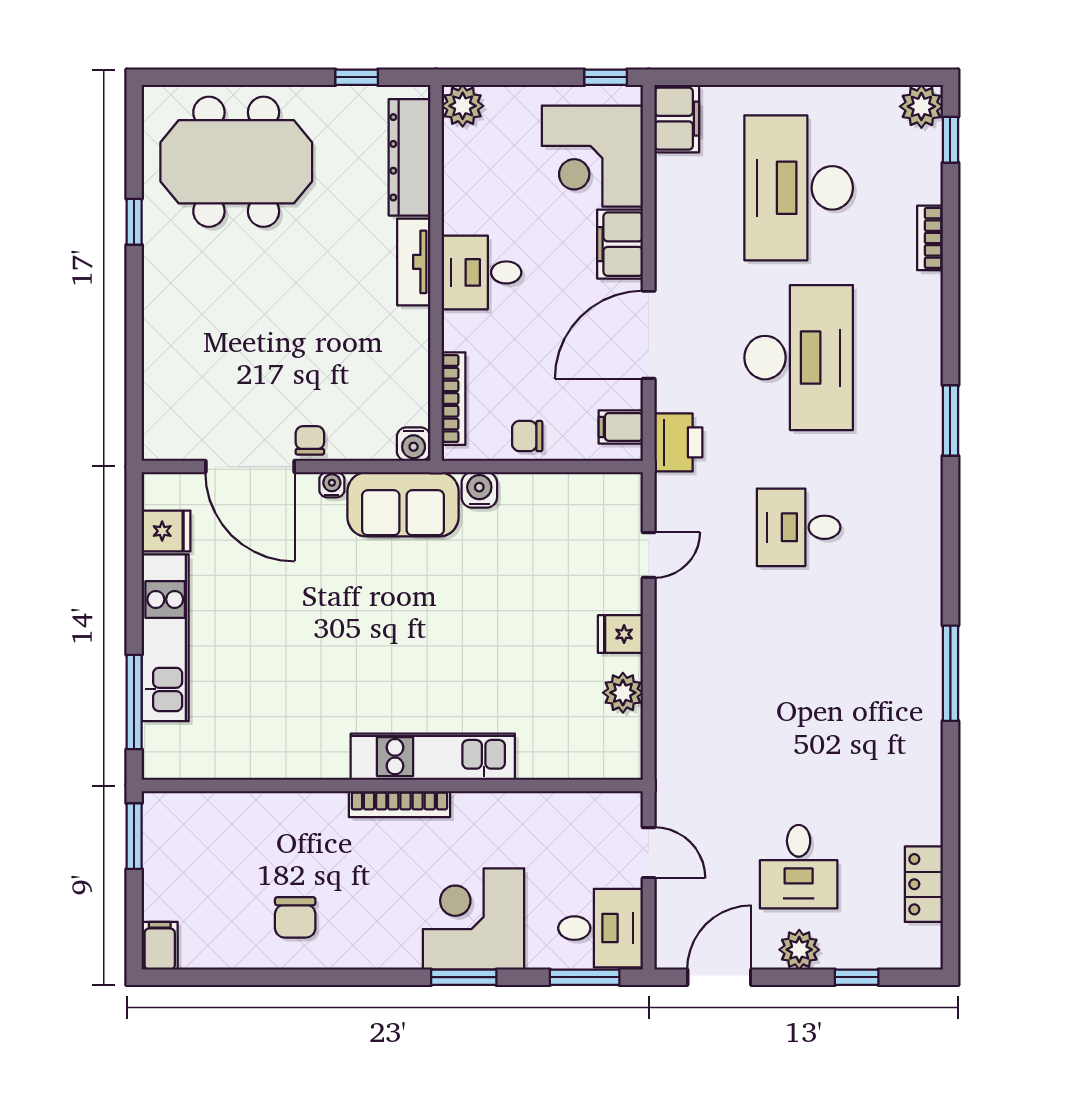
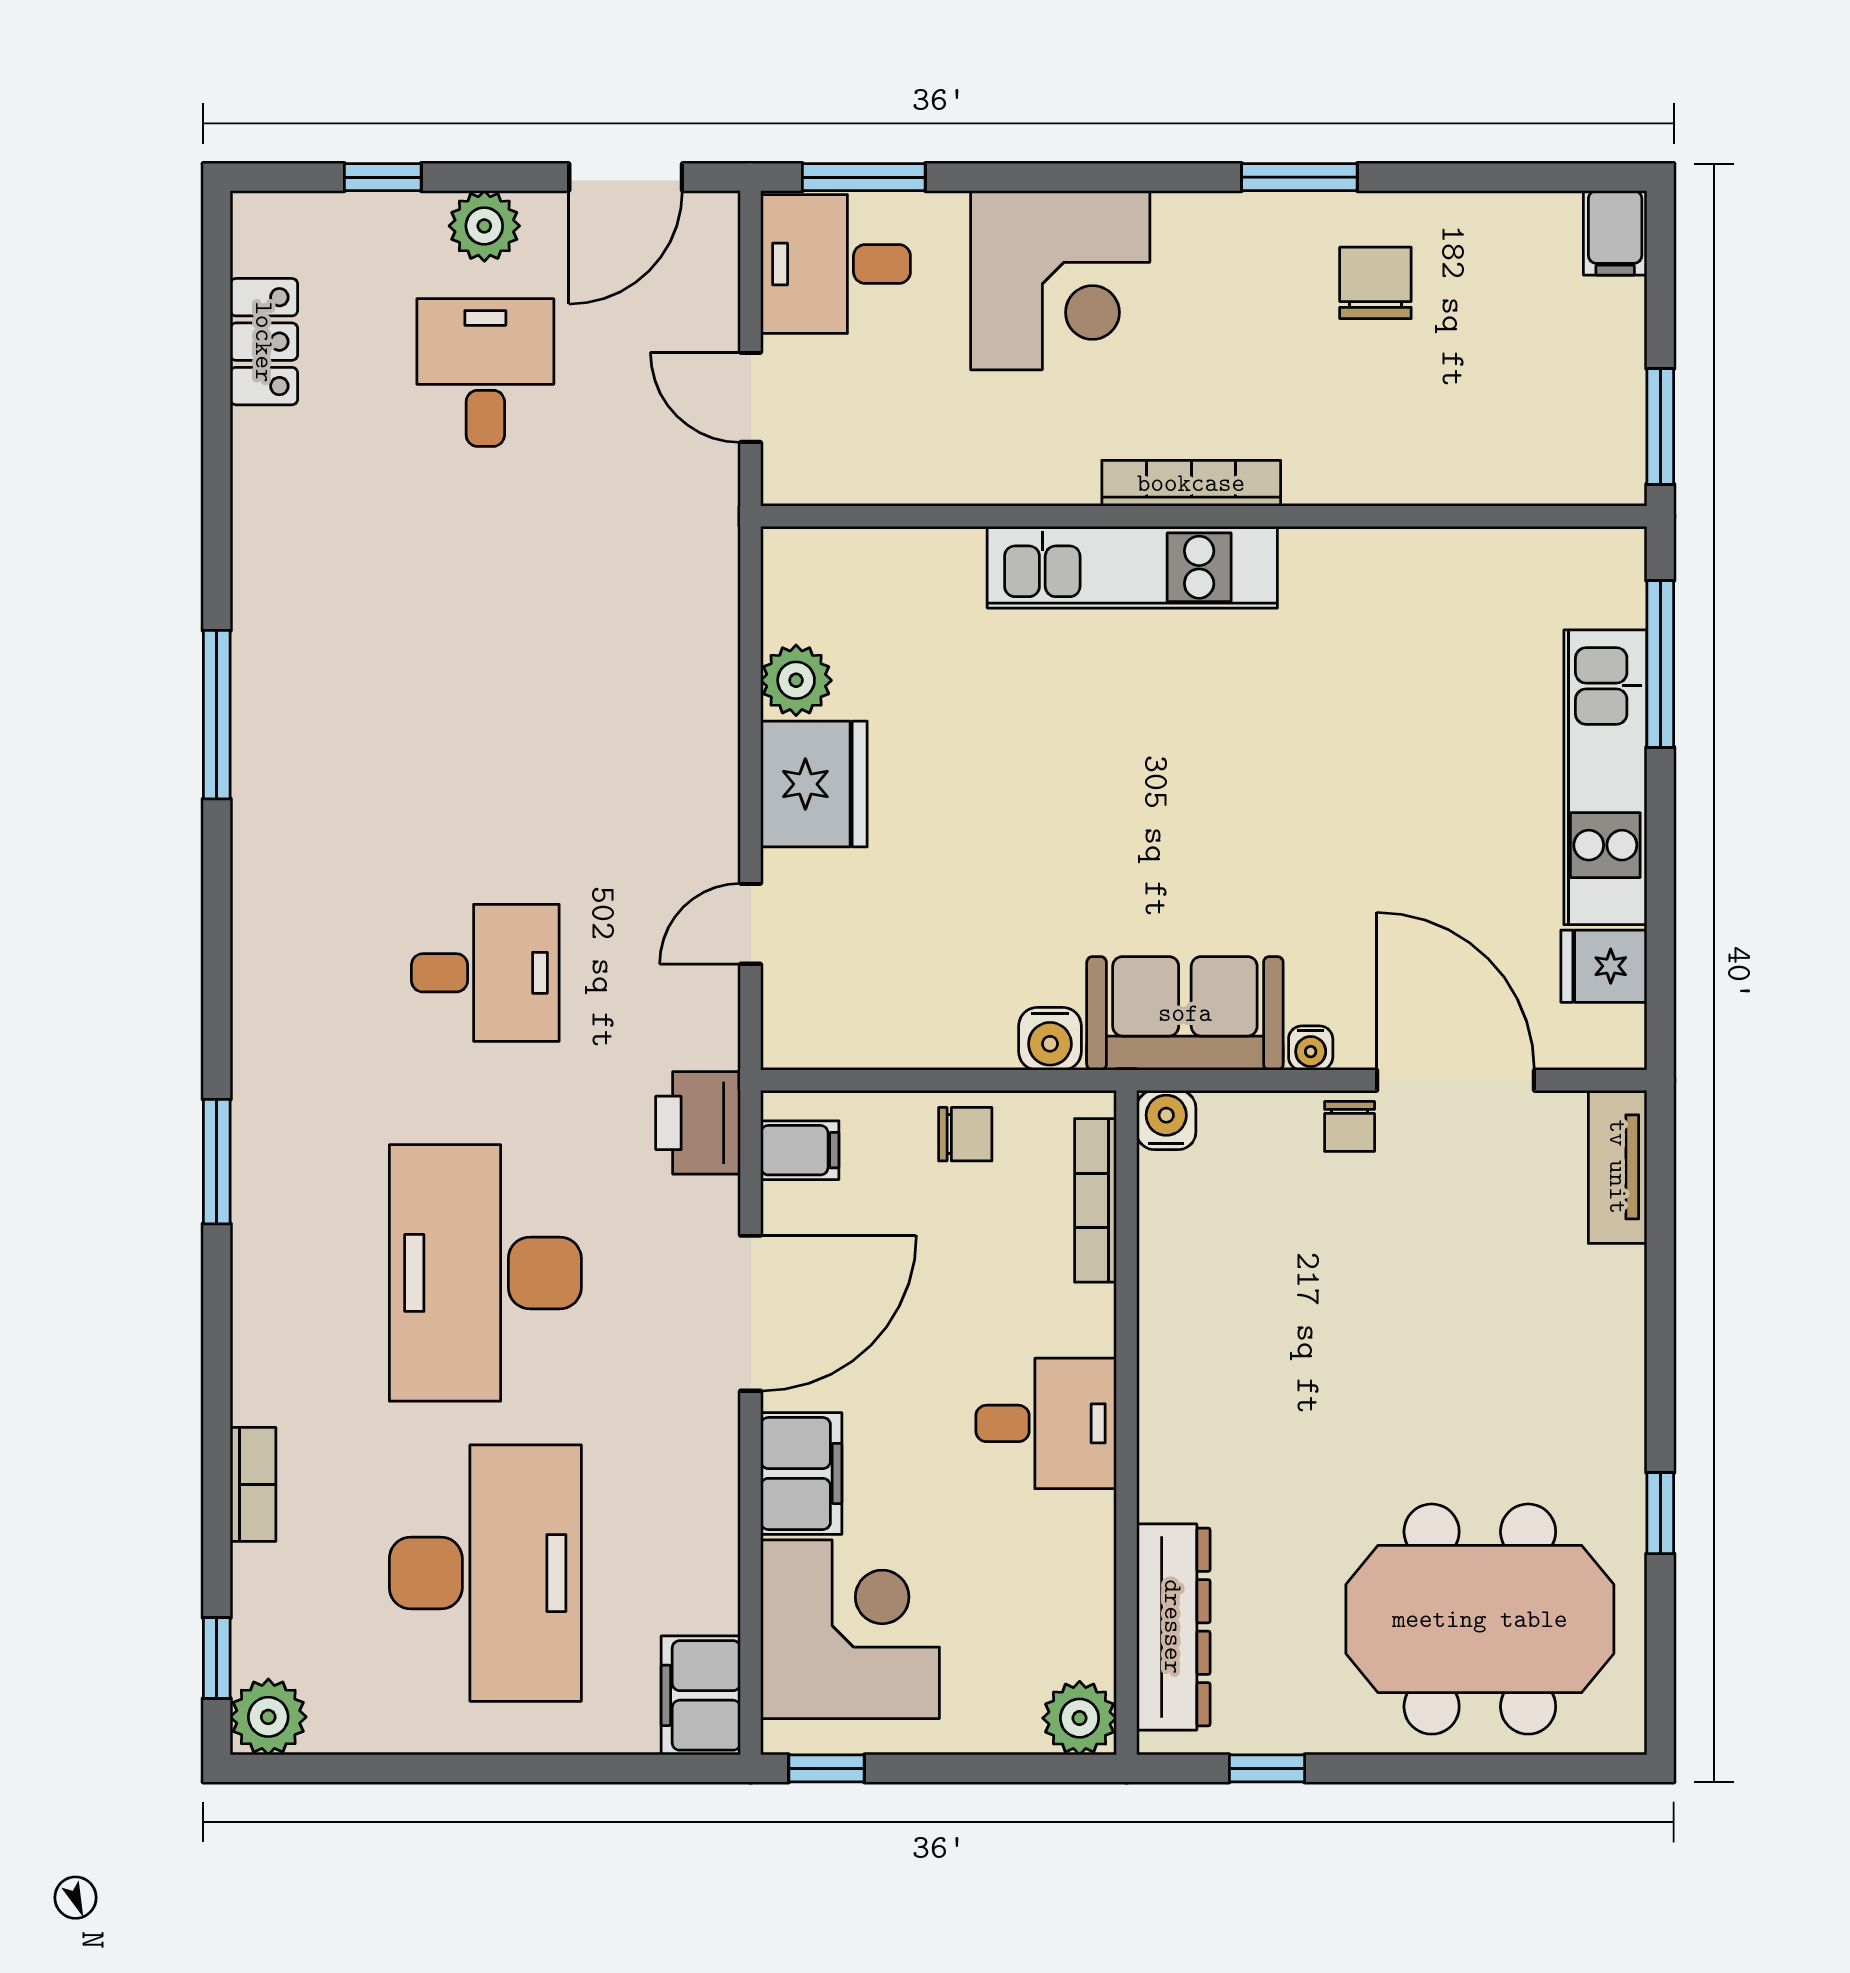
tv unit: (414, 262) -> (1618, 1167), moved, turned 180
fridge: (620, 634) -> (814, 784), width x1.88, depth x1.34
window: (464, 977) -> (1299, 177), moved

